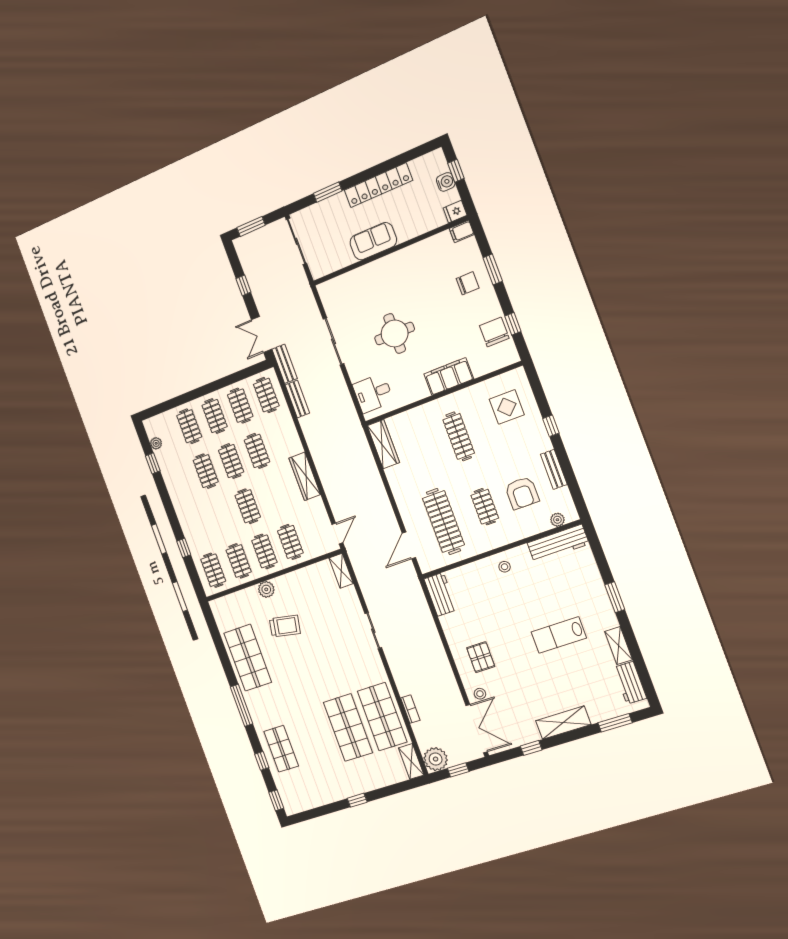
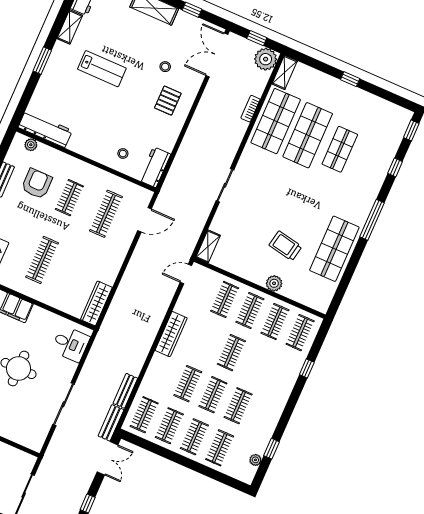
clothes rail: (443, 522) -> (106, 214), width x0.73, depth x0.76
stool: (505, 567) -> (123, 154), moved
stool: (480, 694) -> (165, 67), moved
shop shelf: (281, 749) -> (340, 149), moved

